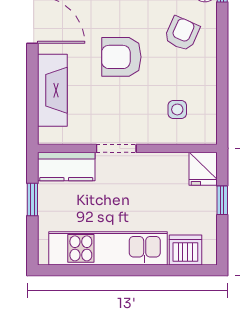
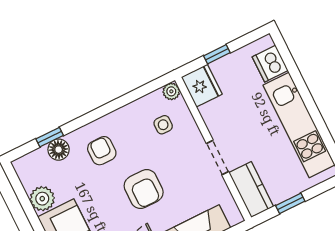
armchair: (182, 34) -> (102, 151), turned 66
plant: (207, 135) -> (171, 91), added
fridge: (203, 169) -> (202, 86), width x1.38

